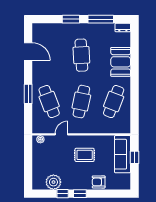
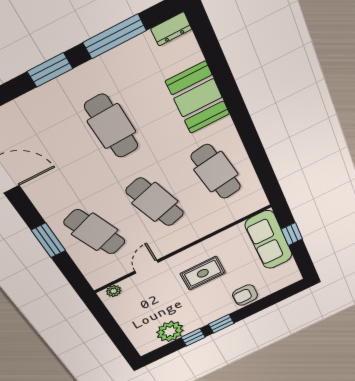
cafe table: (81, 102) -> (155, 202), turned -30
cafe table: (114, 102) -> (216, 172), turned -30

